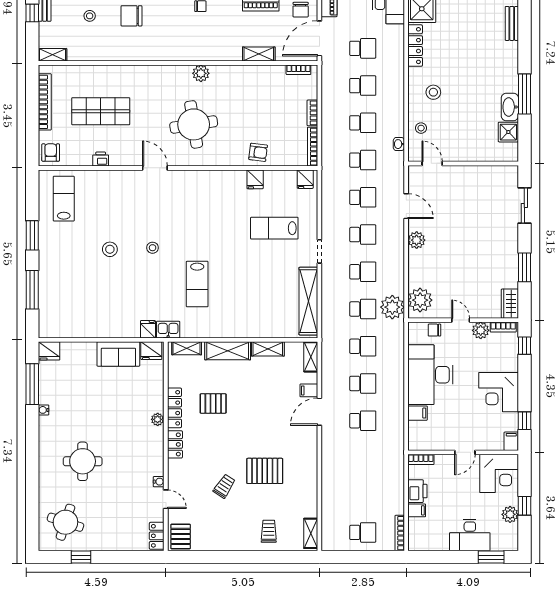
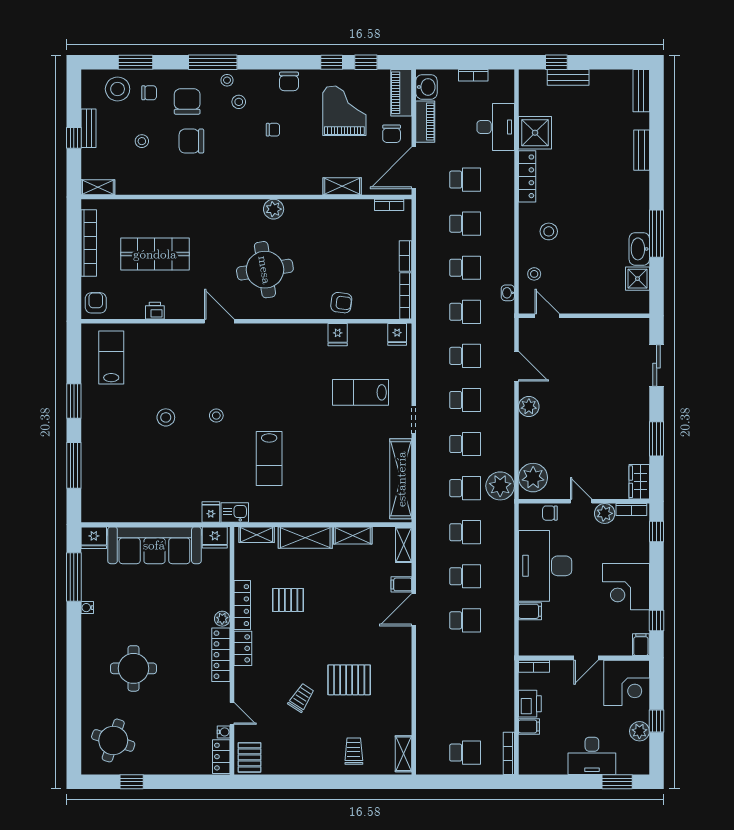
sofa: (118, 354) -> (154, 545), width x1.85, depth x1.27
locker: (156, 450) -> (221, 655), added
water cooler: (159, 482) -> (224, 732), moved

